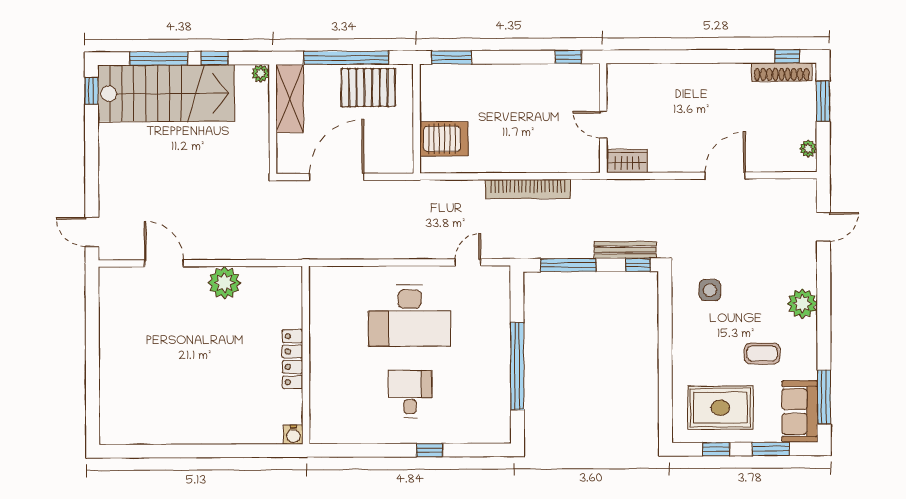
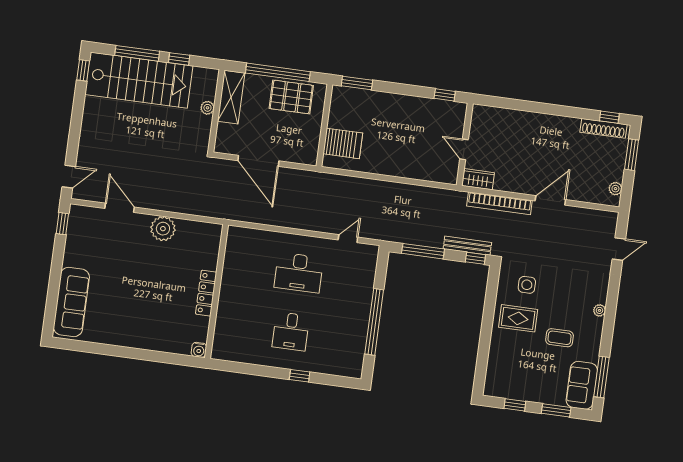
plant: (261, 73) -> (207, 108), moved
door: (337, 177) -> (258, 161), swing flipped
bookcase: (528, 189) -> (499, 203), moved
door: (92, 232) -> (69, 177), swing flipped
window: (92, 295) -> (62, 224), added
plant: (802, 303) -> (599, 310), width x0.53, depth x0.53
desk: (410, 316) -> (299, 273), width x0.73, depth x0.77
desk: (410, 394) -> (291, 331), turned 180
sofa: (118, 395) -> (71, 302), added
rug: (720, 408) -> (518, 318), moved, width x0.73, depth x0.70

